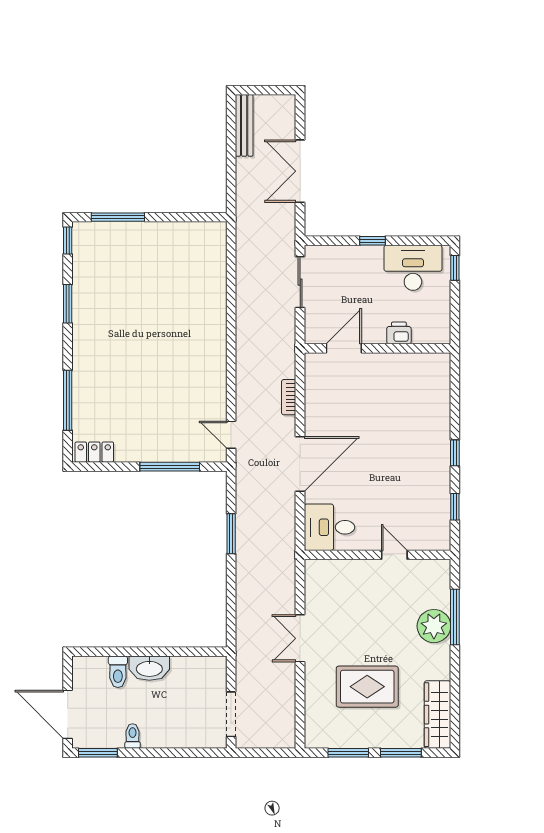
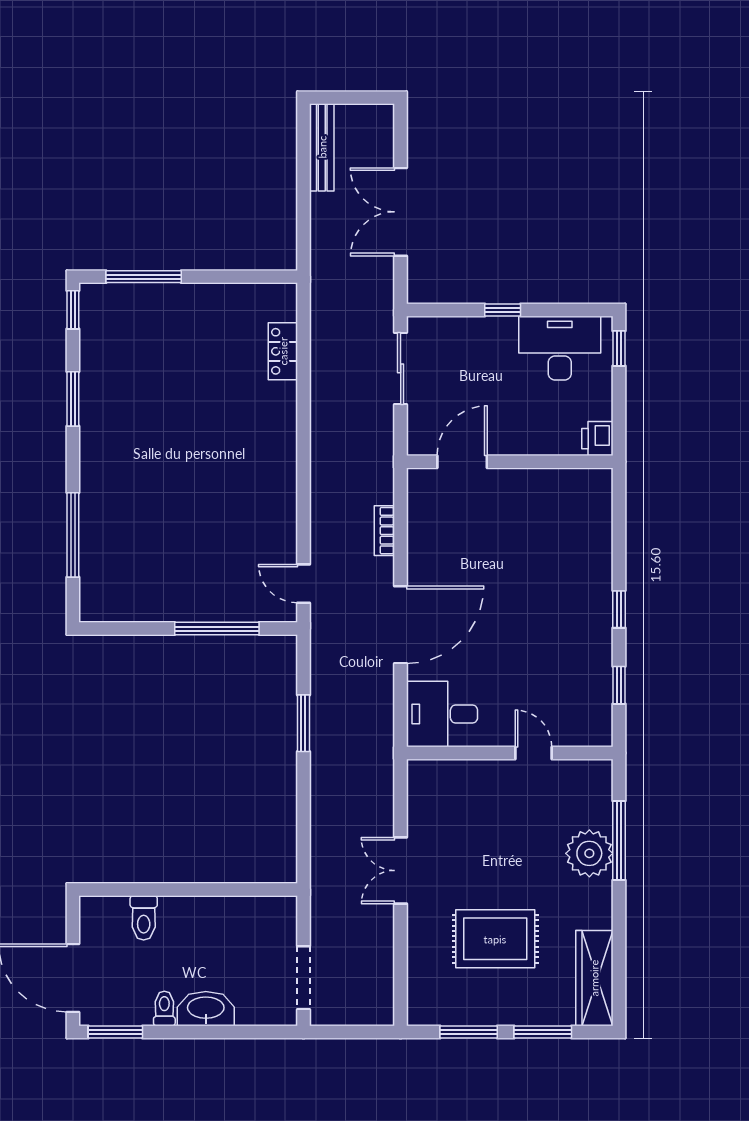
printer: (399, 333) -> (597, 439), moved, turned -90
locker: (94, 452) -> (283, 351), moved, turned -90
washbasin: (149, 668) -> (206, 1009), moved, turned 180

